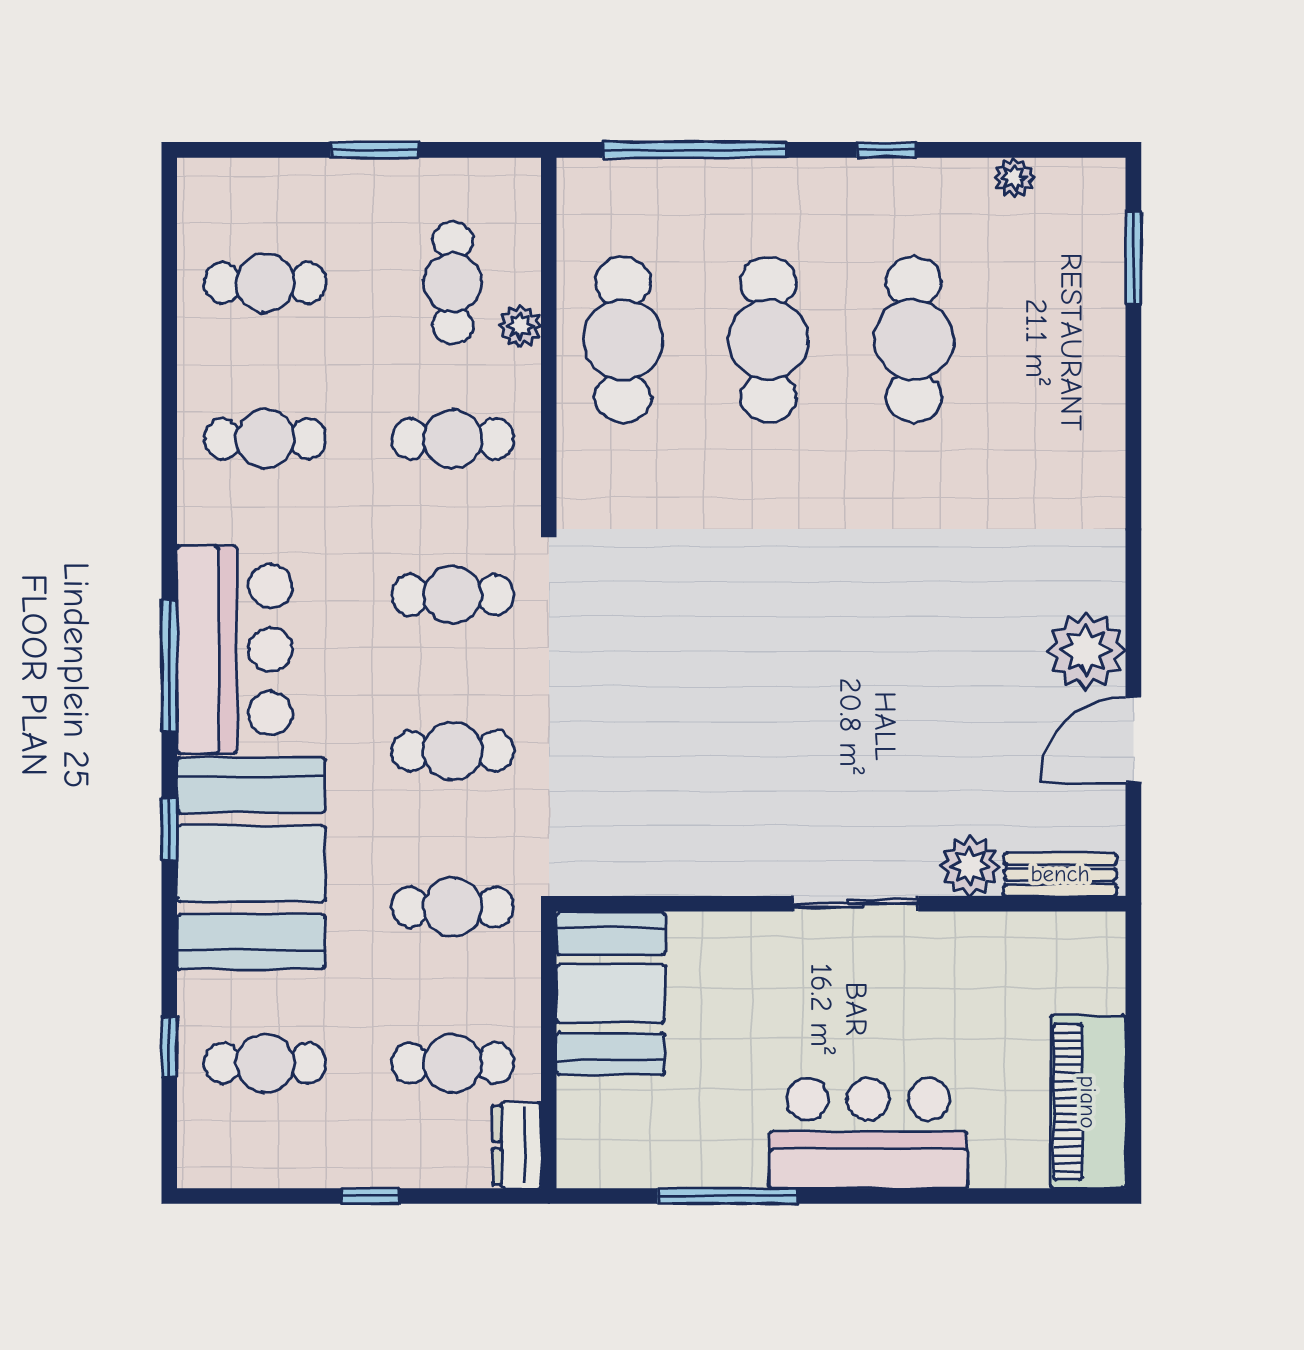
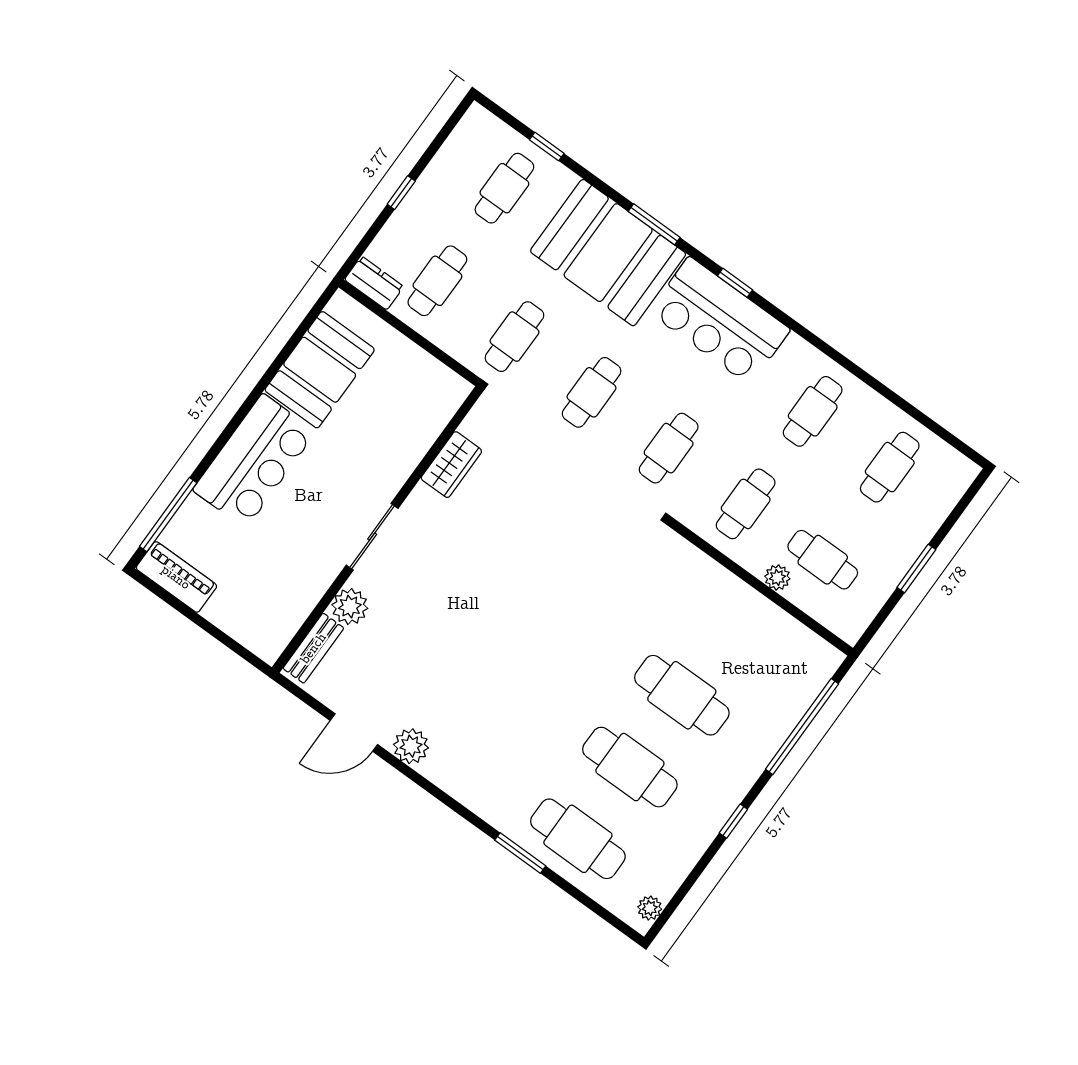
plant: (1014, 178) -> (650, 908), moved
window: (1133, 258) -> (520, 853), moved
cafe table: (623, 340) -> (578, 839), moved
plant: (1086, 651) -> (411, 746), width x0.73, depth x0.73
window: (169, 666) -> (735, 283), width x0.46
door: (1133, 740) -> (354, 732), swing flipped
window: (169, 829) -> (654, 224), width x1.50
wardrobe: (684, 868) -> (451, 465), added
booth: (611, 994) -> (320, 370), moved, turned 90
piano: (1088, 1102) -> (176, 577), width x0.73, depth x0.75
window: (728, 1196) -> (168, 515), moved

